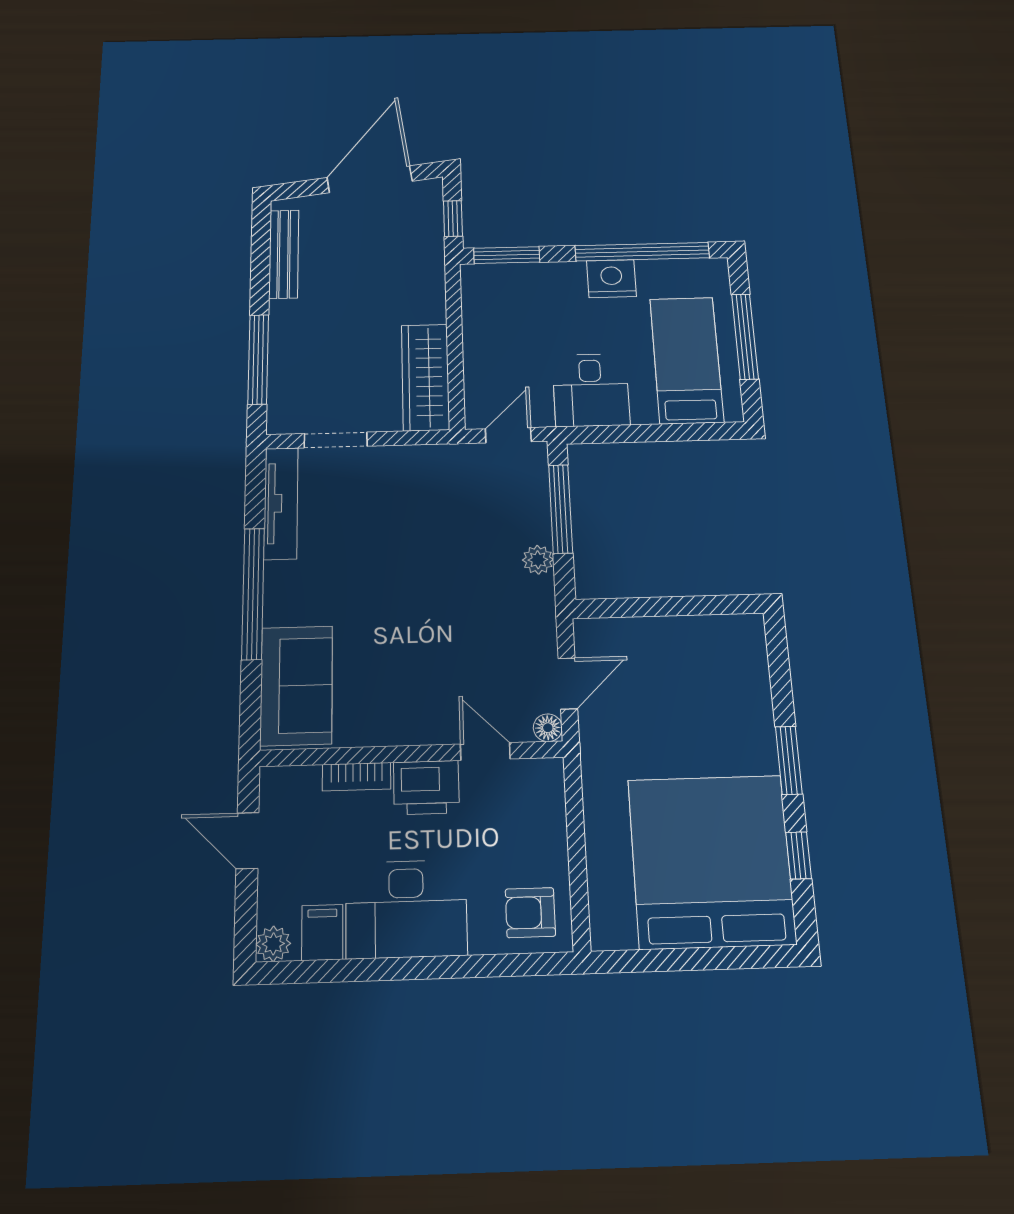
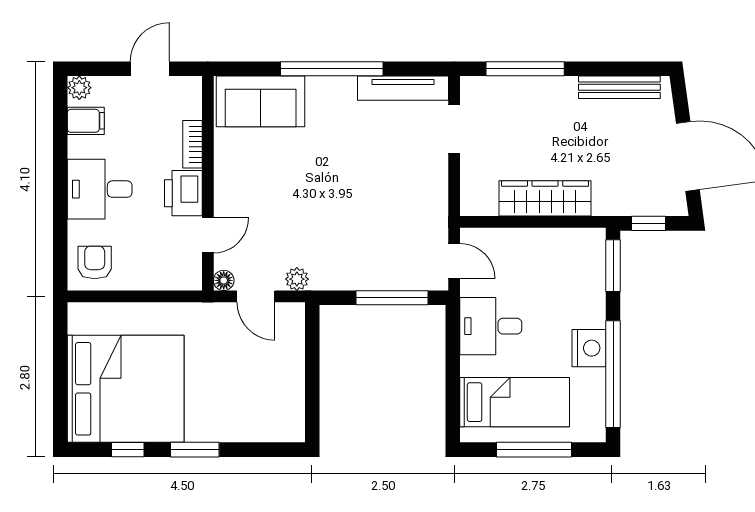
wardrobe: (425, 377) -> (545, 198), moved
plant: (538, 560) -> (297, 279), moved
desk: (406, 909) -> (100, 189), width x0.73

